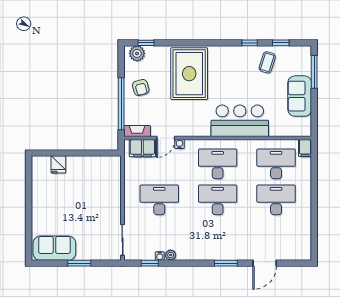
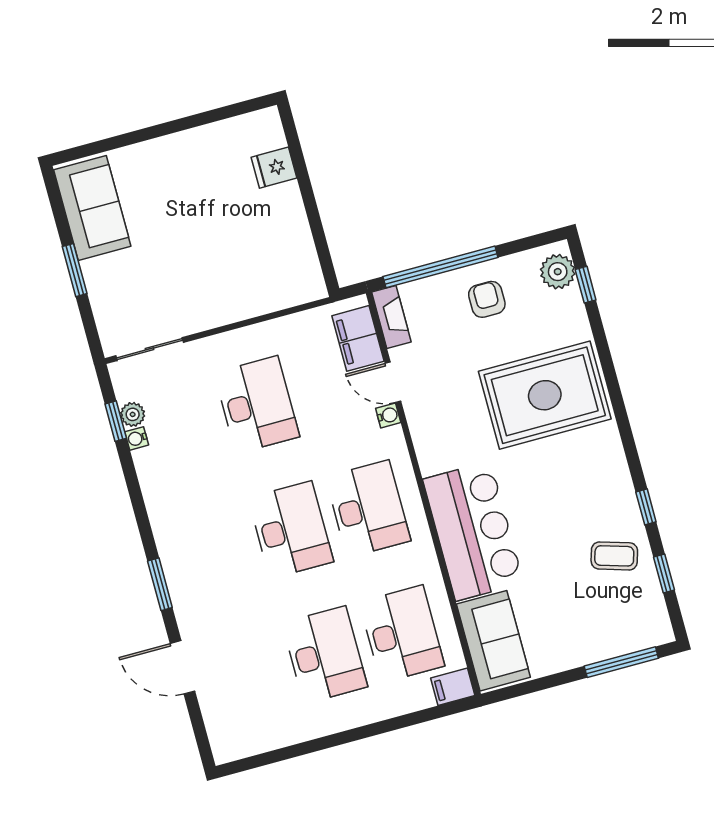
armchair: (141, 87) -> (487, 299), turned 106
sofa: (300, 96) -> (493, 641), moved, turned 90
plant: (171, 255) -> (133, 414), moved

